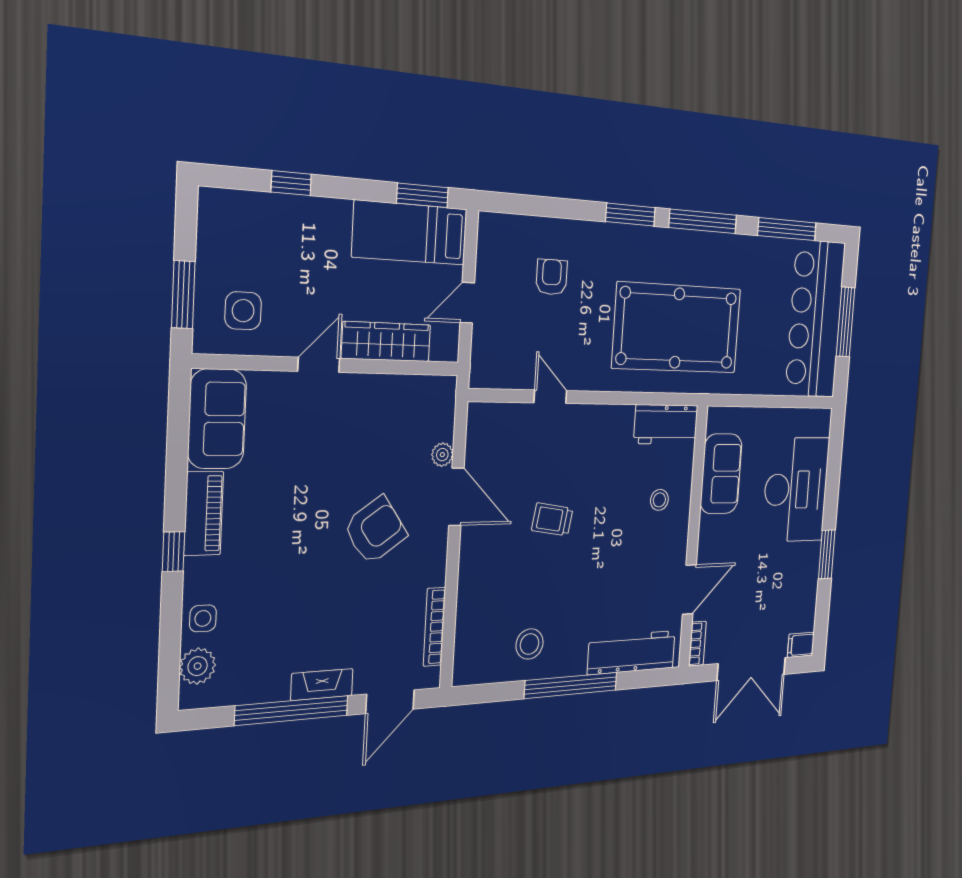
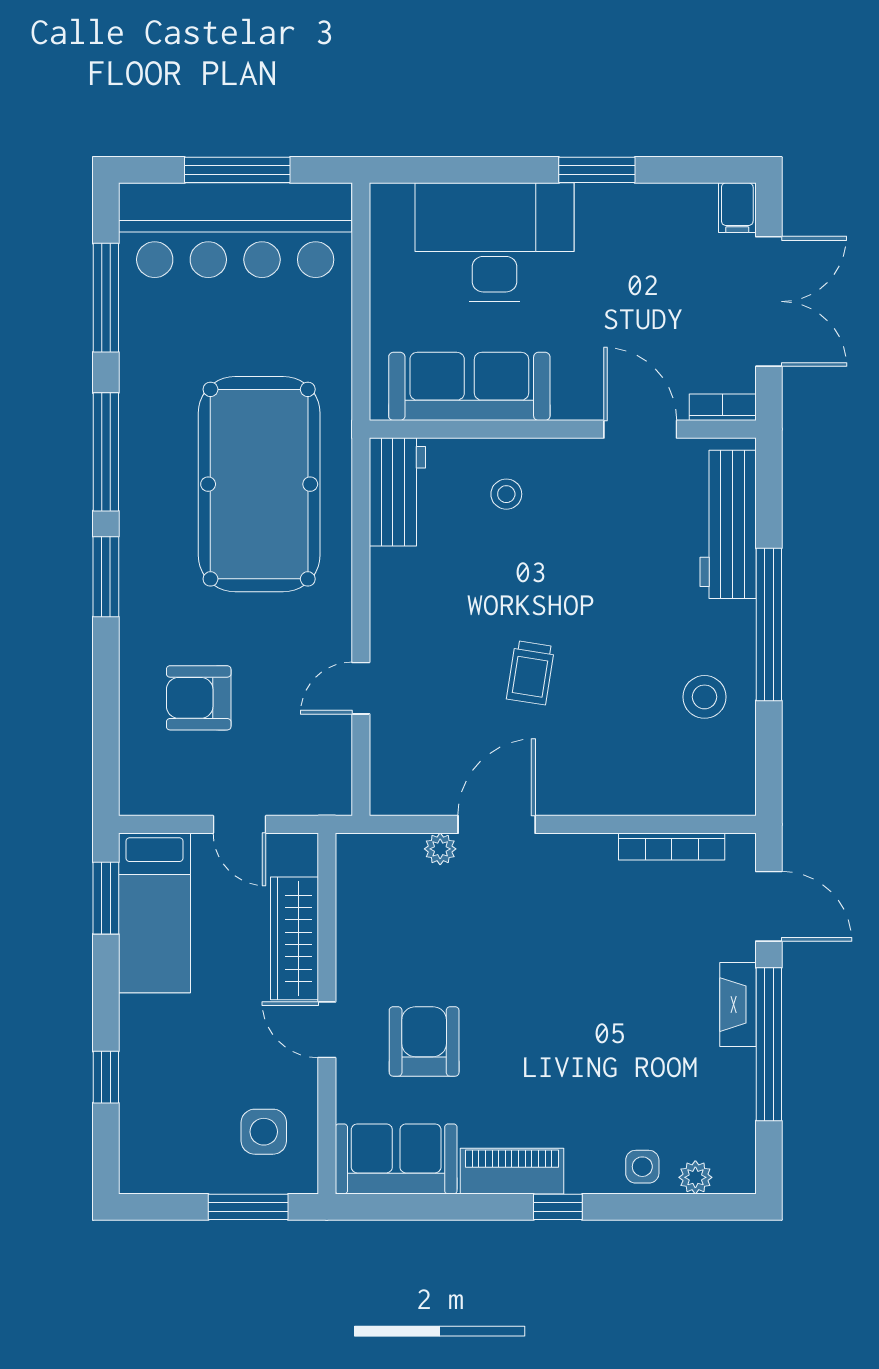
armchair: (552, 277) -> (199, 698), width x1.38, depth x1.38
sofa: (721, 474) -> (469, 386), width x1.36
armchair: (375, 530) -> (424, 1041), moved, turned 35
plant: (198, 666) -> (695, 1177), width x0.73, depth x0.73

